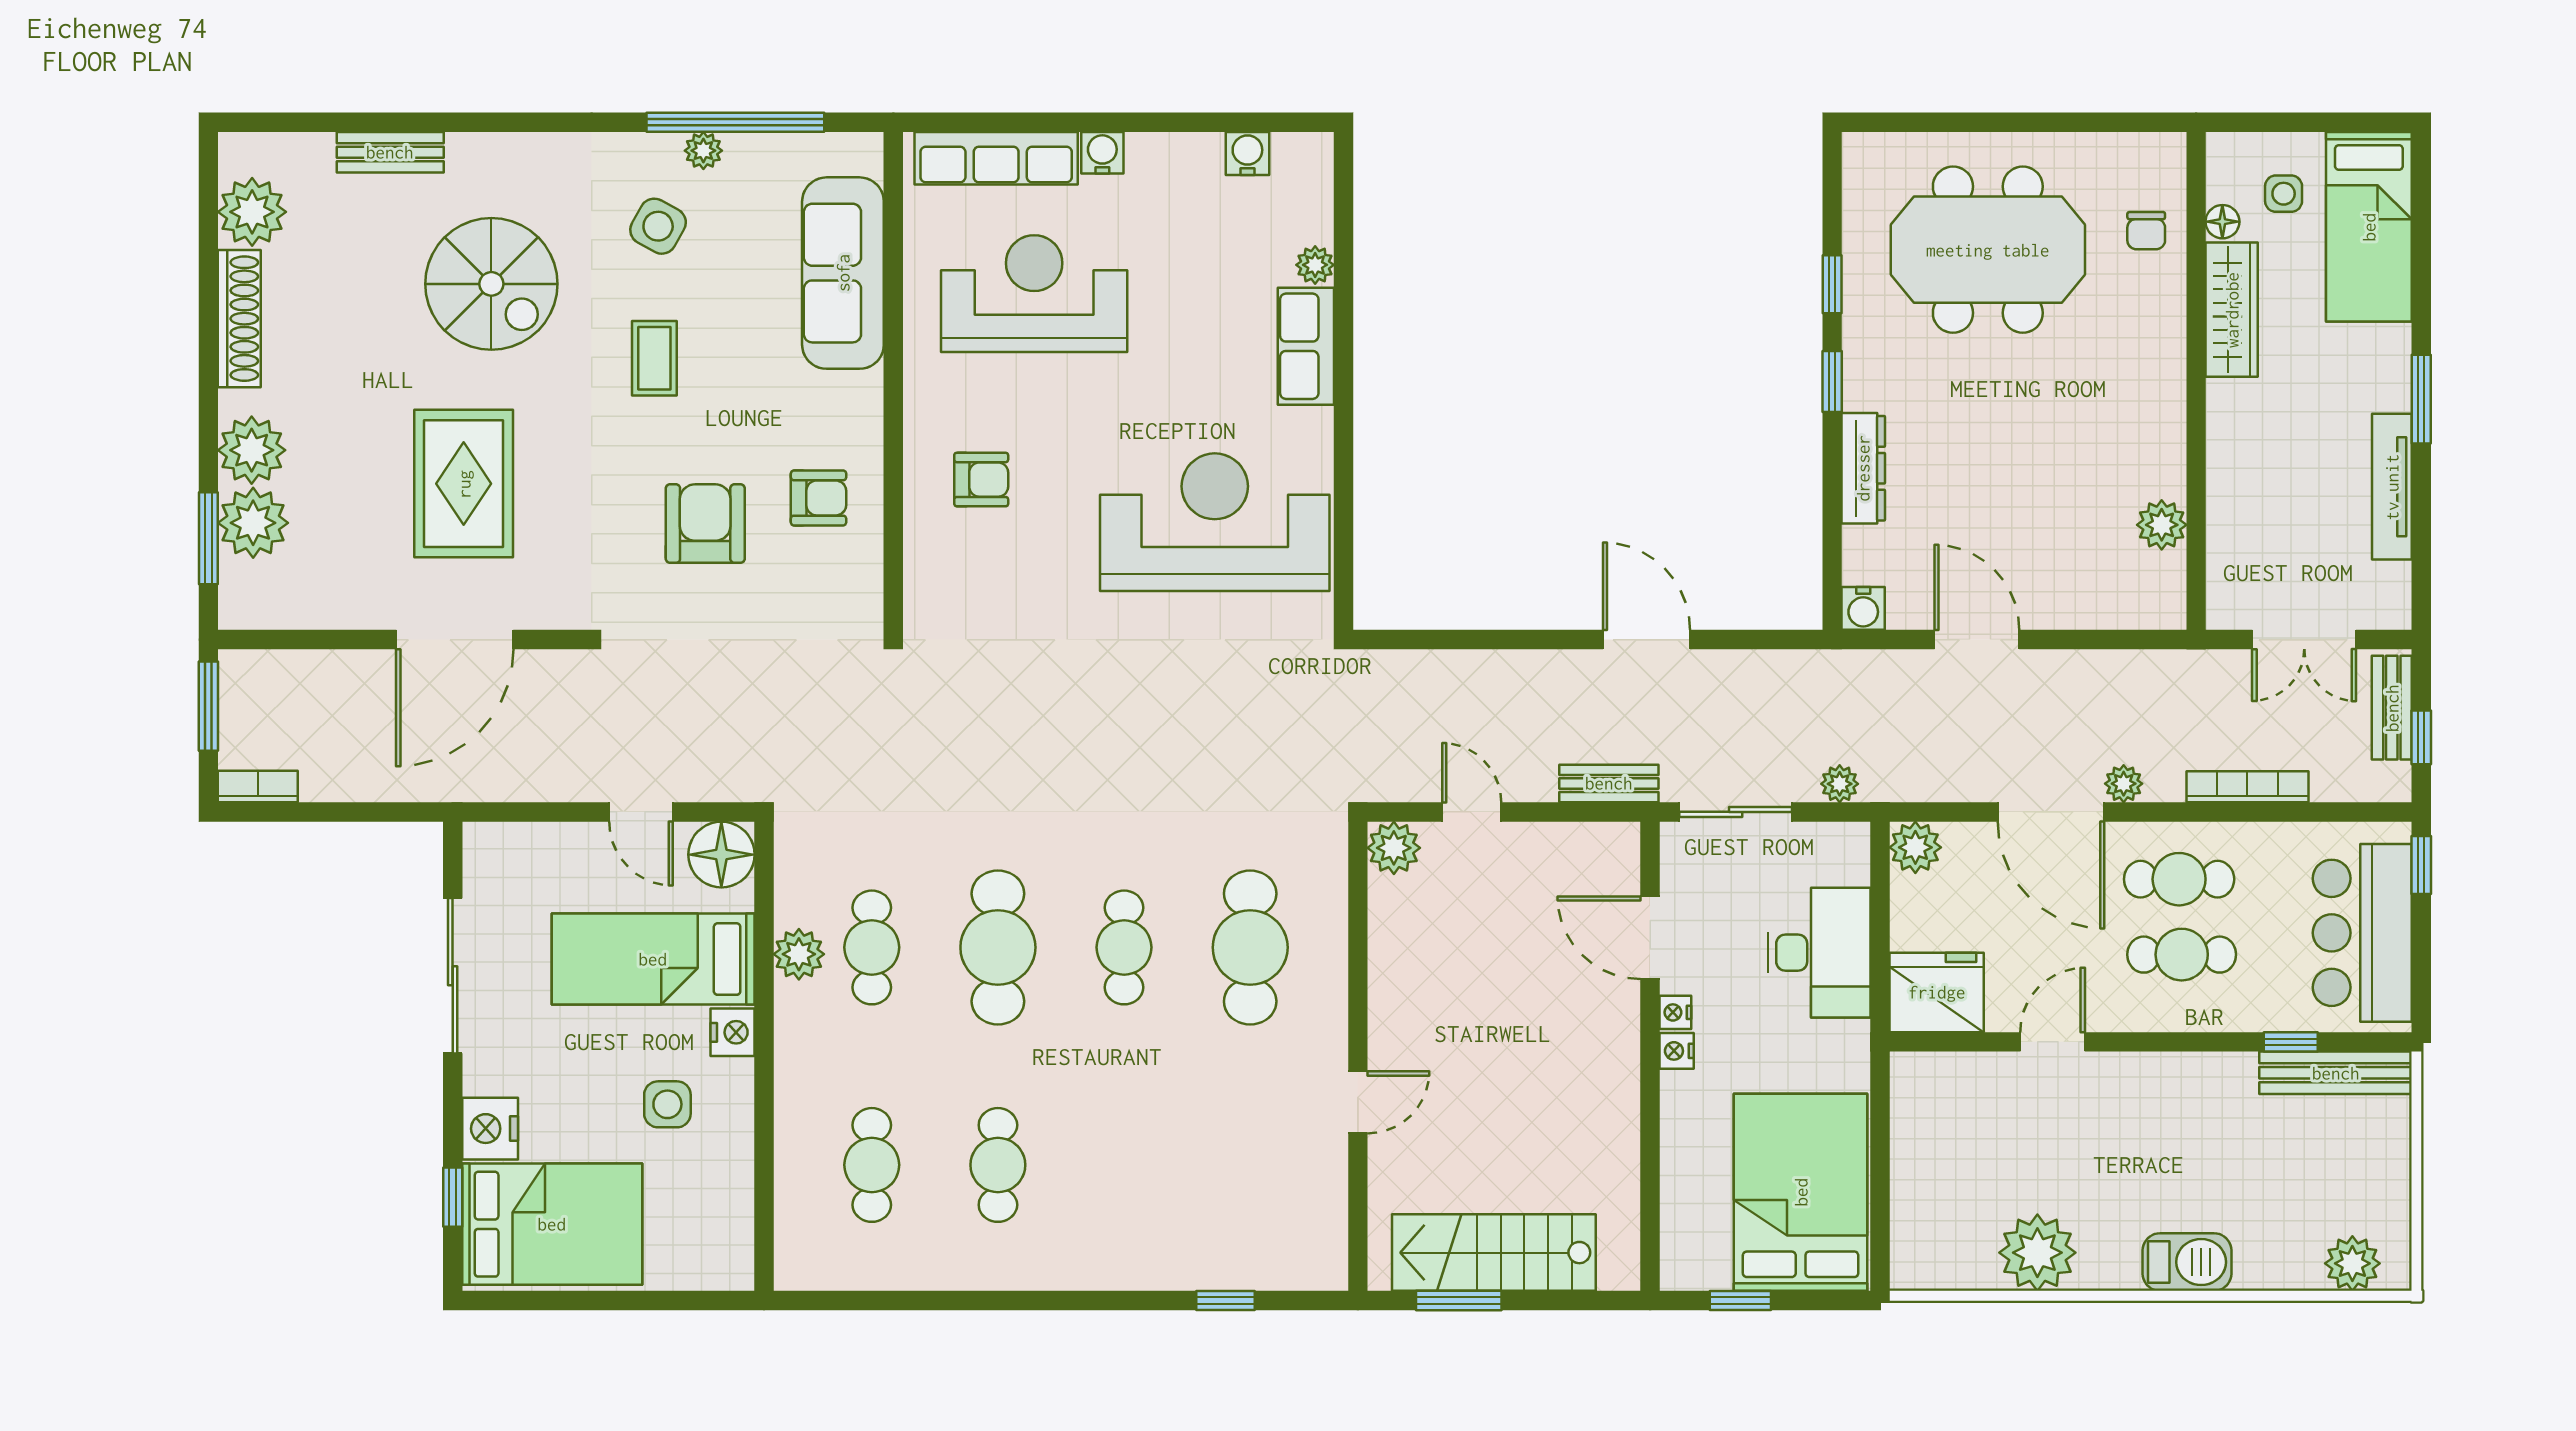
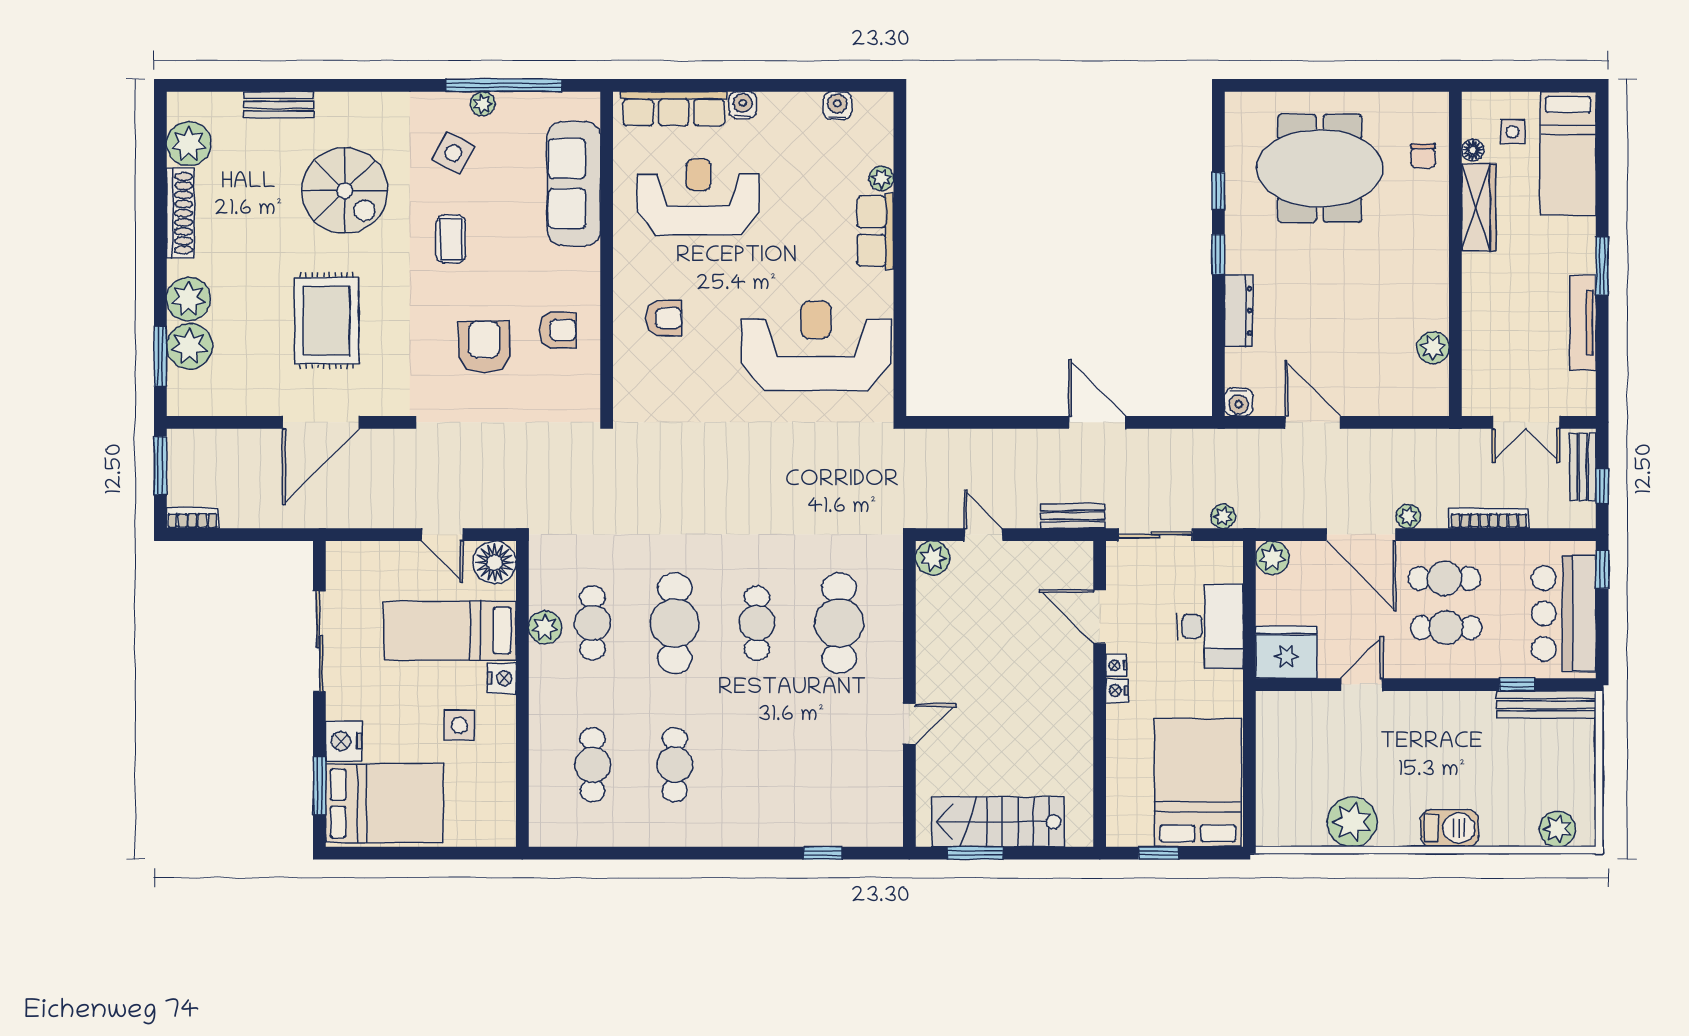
window: (453, 1197) -> (319, 786), width x1.50

